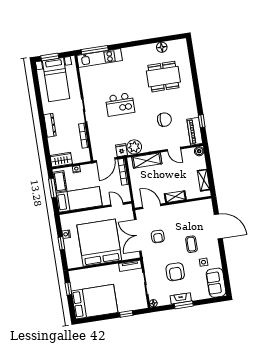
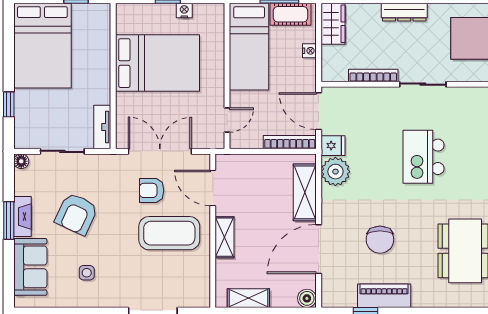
piano: (195, 131) -> (384, 296), moved
door: (174, 149) -> (319, 249), width x1.87
door: (152, 206) -> (213, 188), swing flipped
bed: (99, 243) -> (158, 63), width x0.73
coffee table: (191, 244) -> (169, 233), moved, width x1.86, depth x1.72
armchair: (175, 272) -> (76, 214), turned -65
sofa: (216, 283) -> (30, 267), moved, turned 90

